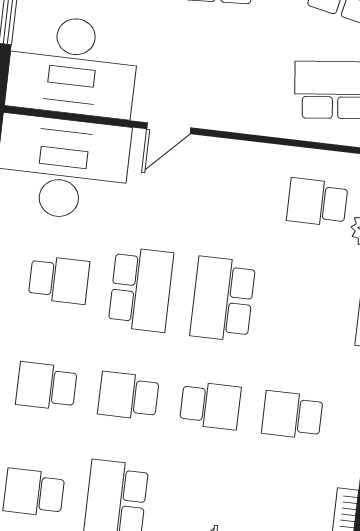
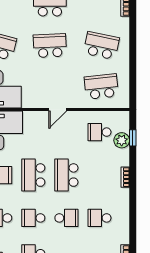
door: (169, 128) -> (58, 110), moved
school desk: (141, 289) -> (33, 175), turned 180

